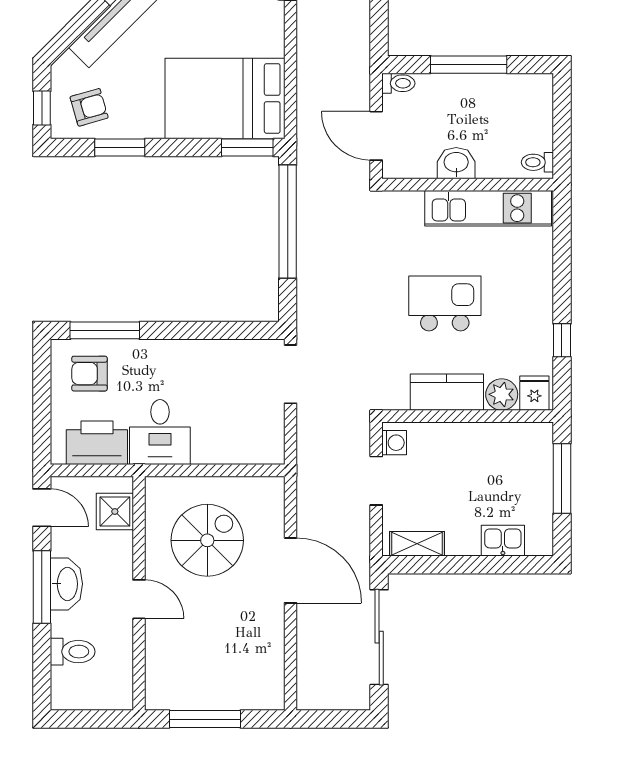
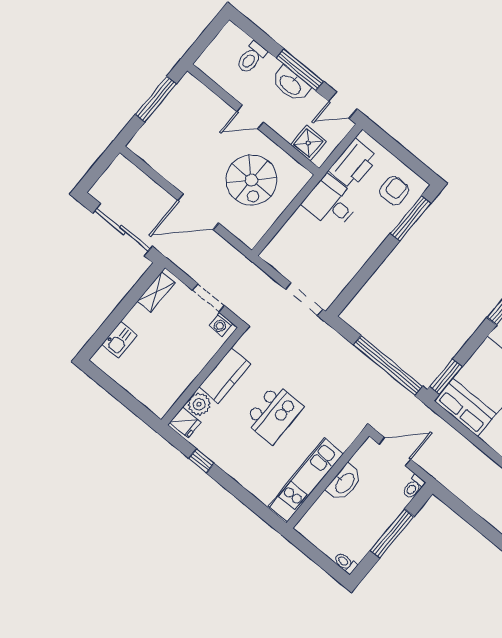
toilet: (537, 162) -> (345, 563), moved, turned -90
washbasin: (456, 163) -> (344, 483), width x1.38
window: (562, 478) -> (127, 399), removed

